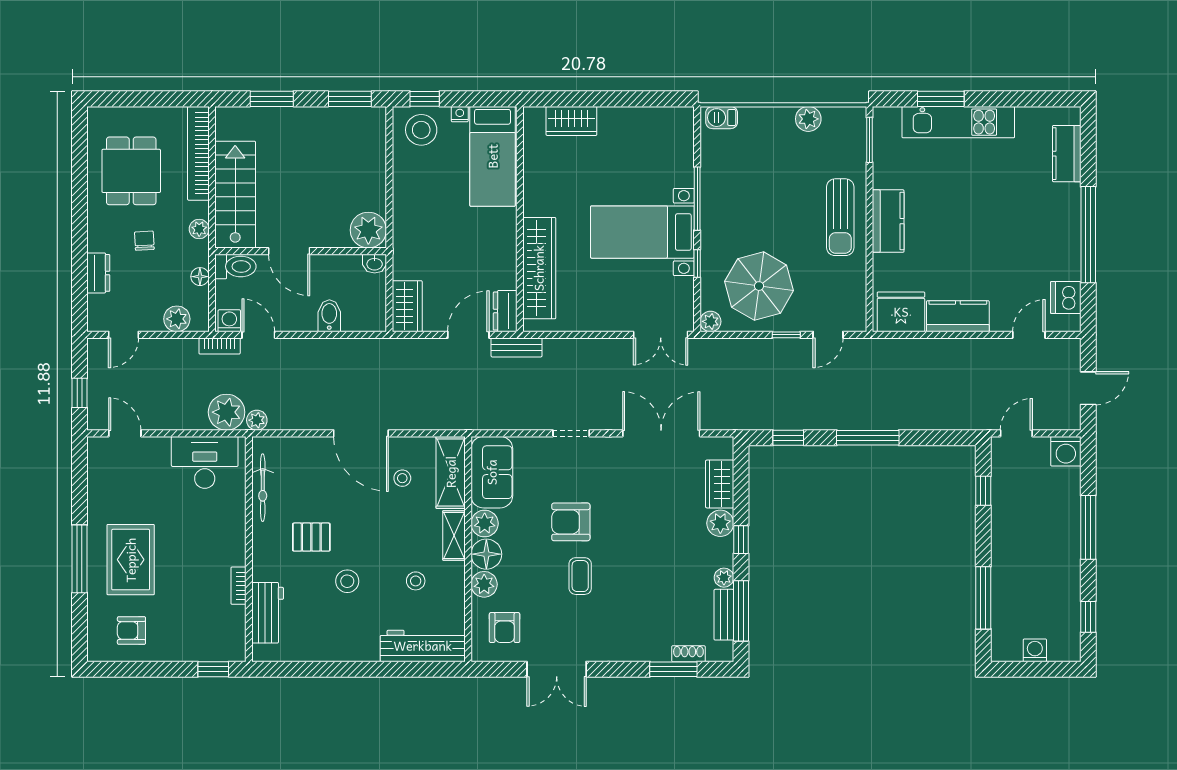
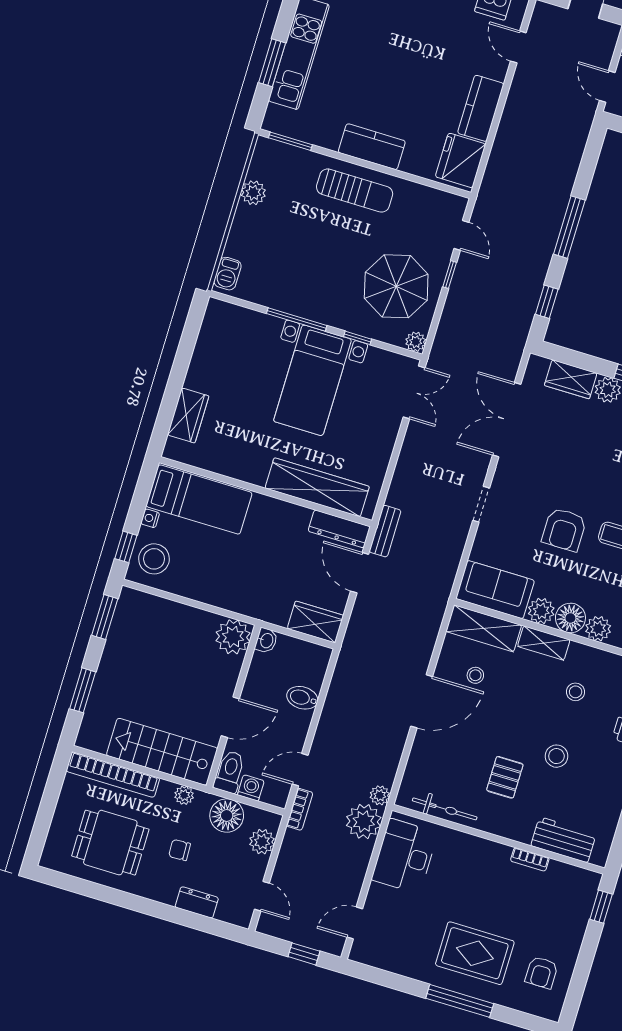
floor lamp: (200, 277) -> (227, 816), width x1.89, depth x1.89
dresser: (505, 311) -> (339, 529), width x1.44
washing machine: (229, 321) -> (251, 788), moved, turned 90

